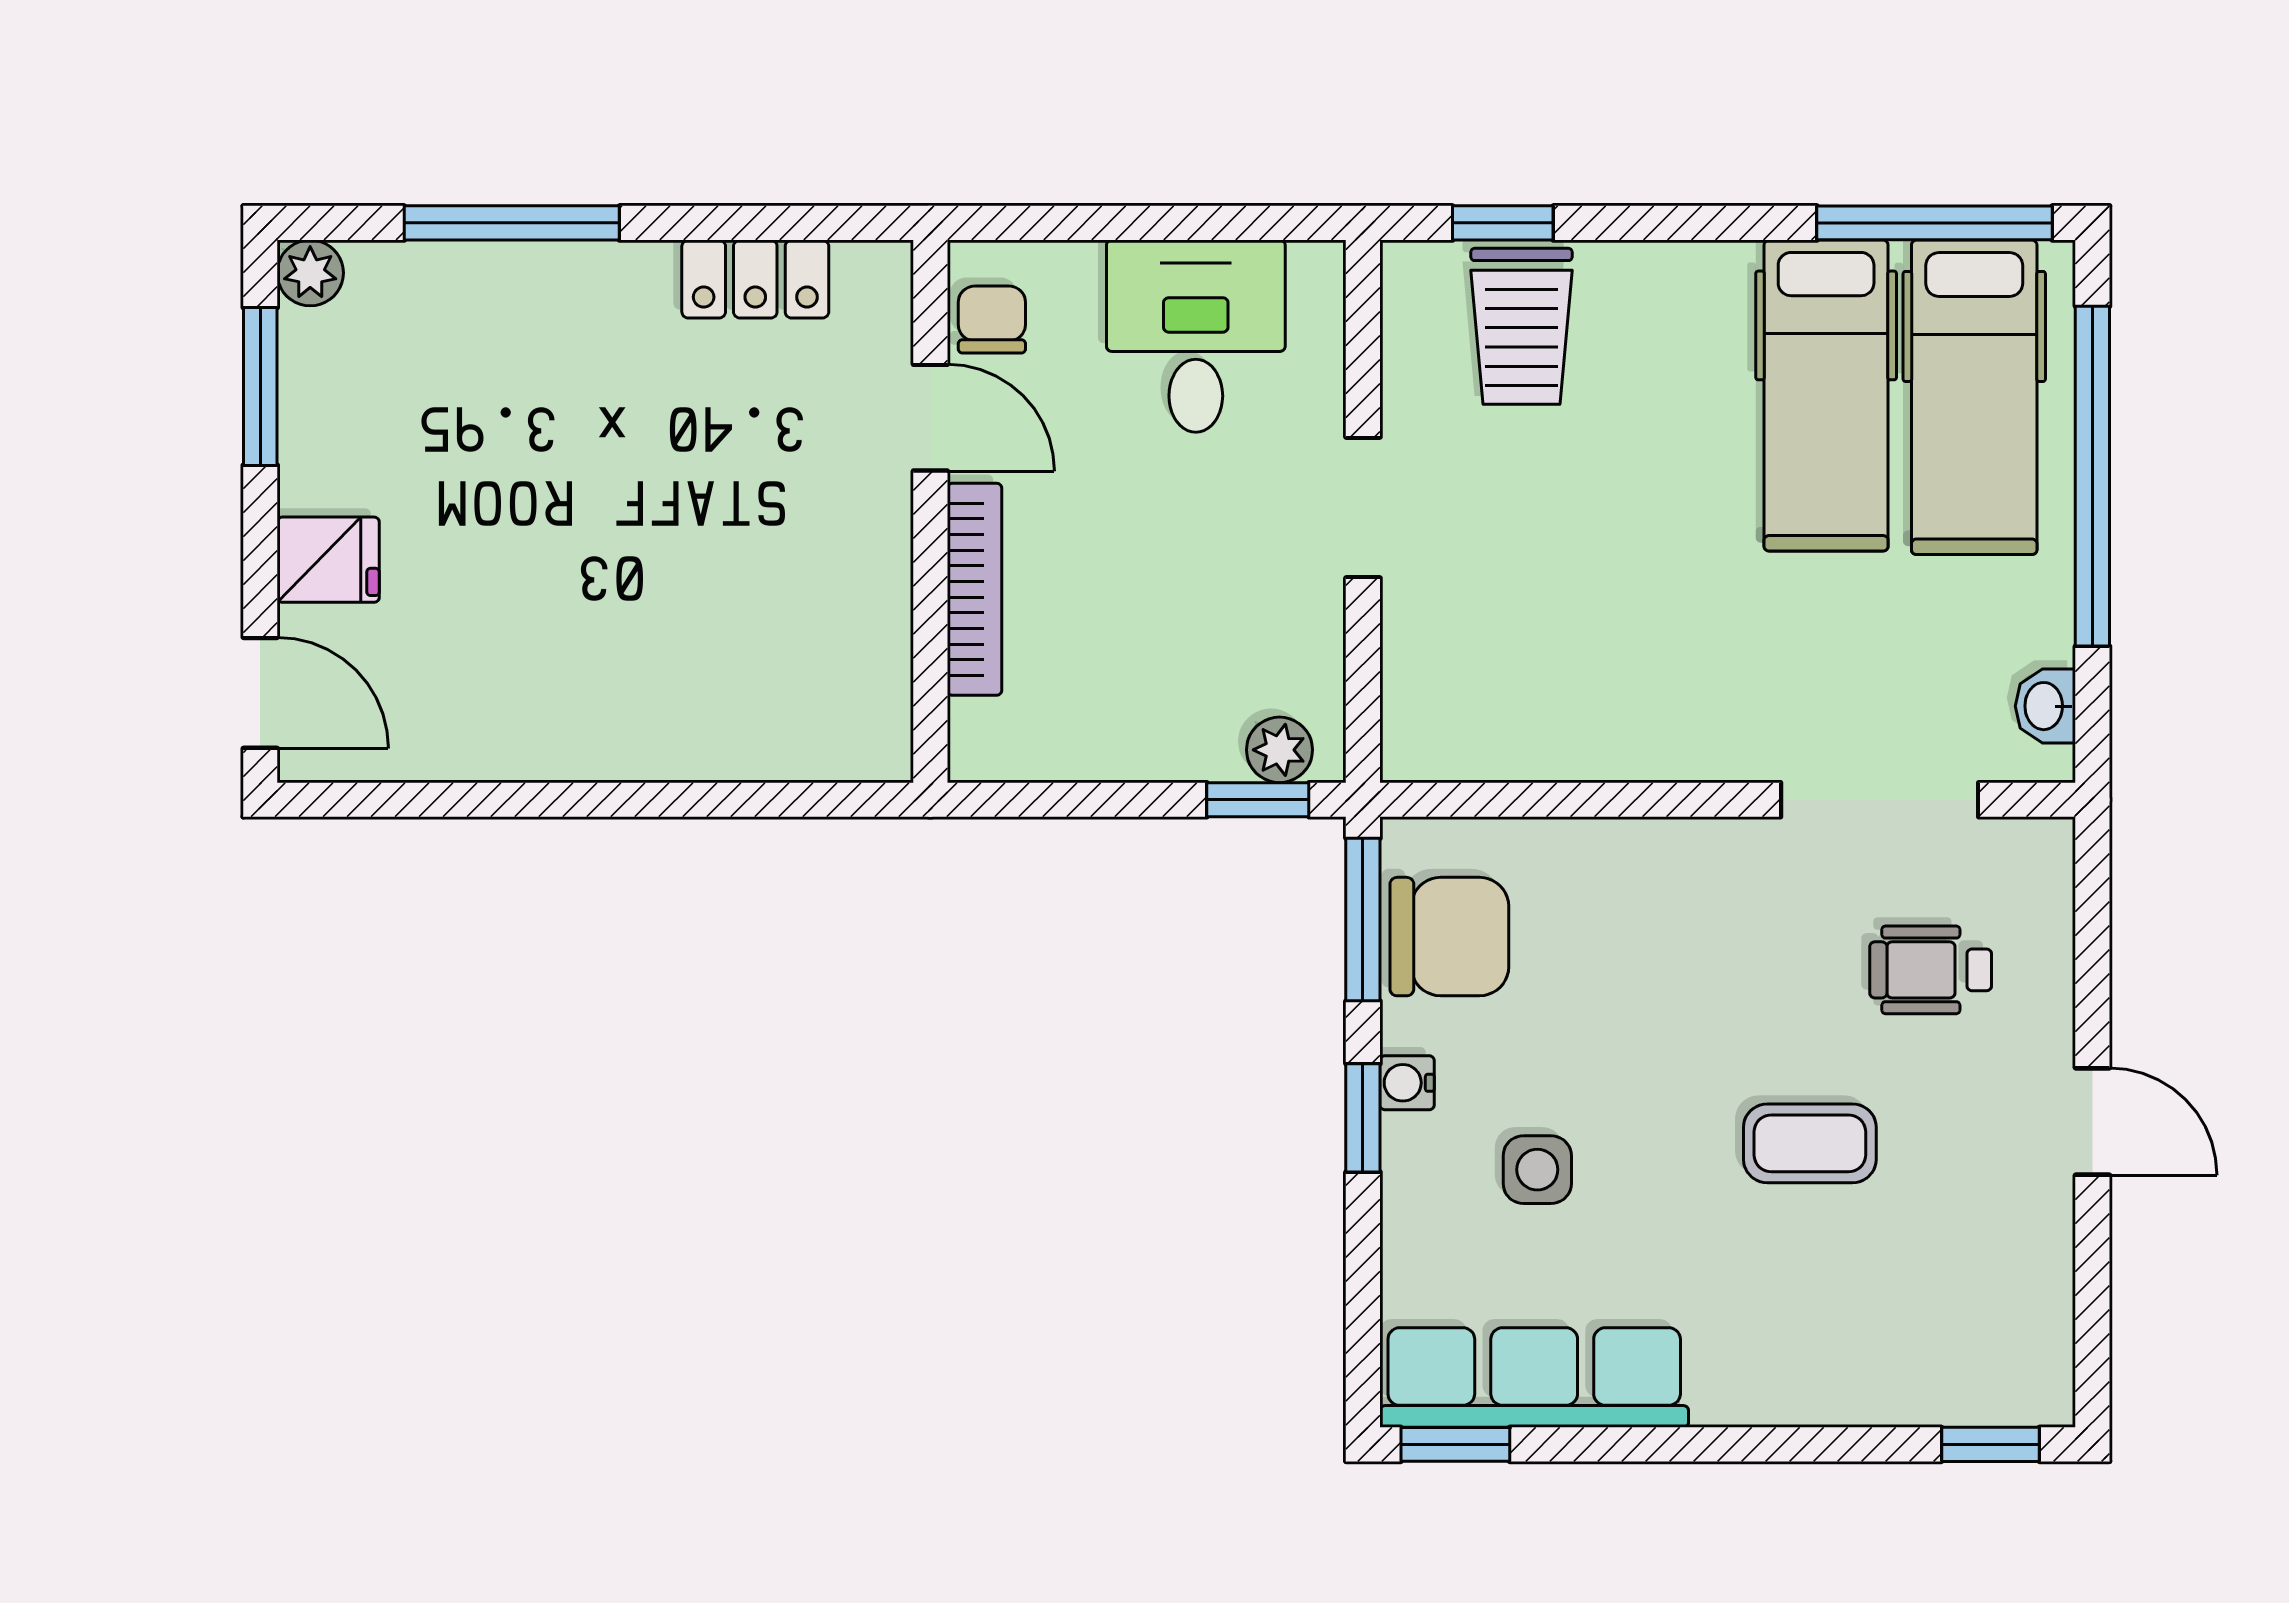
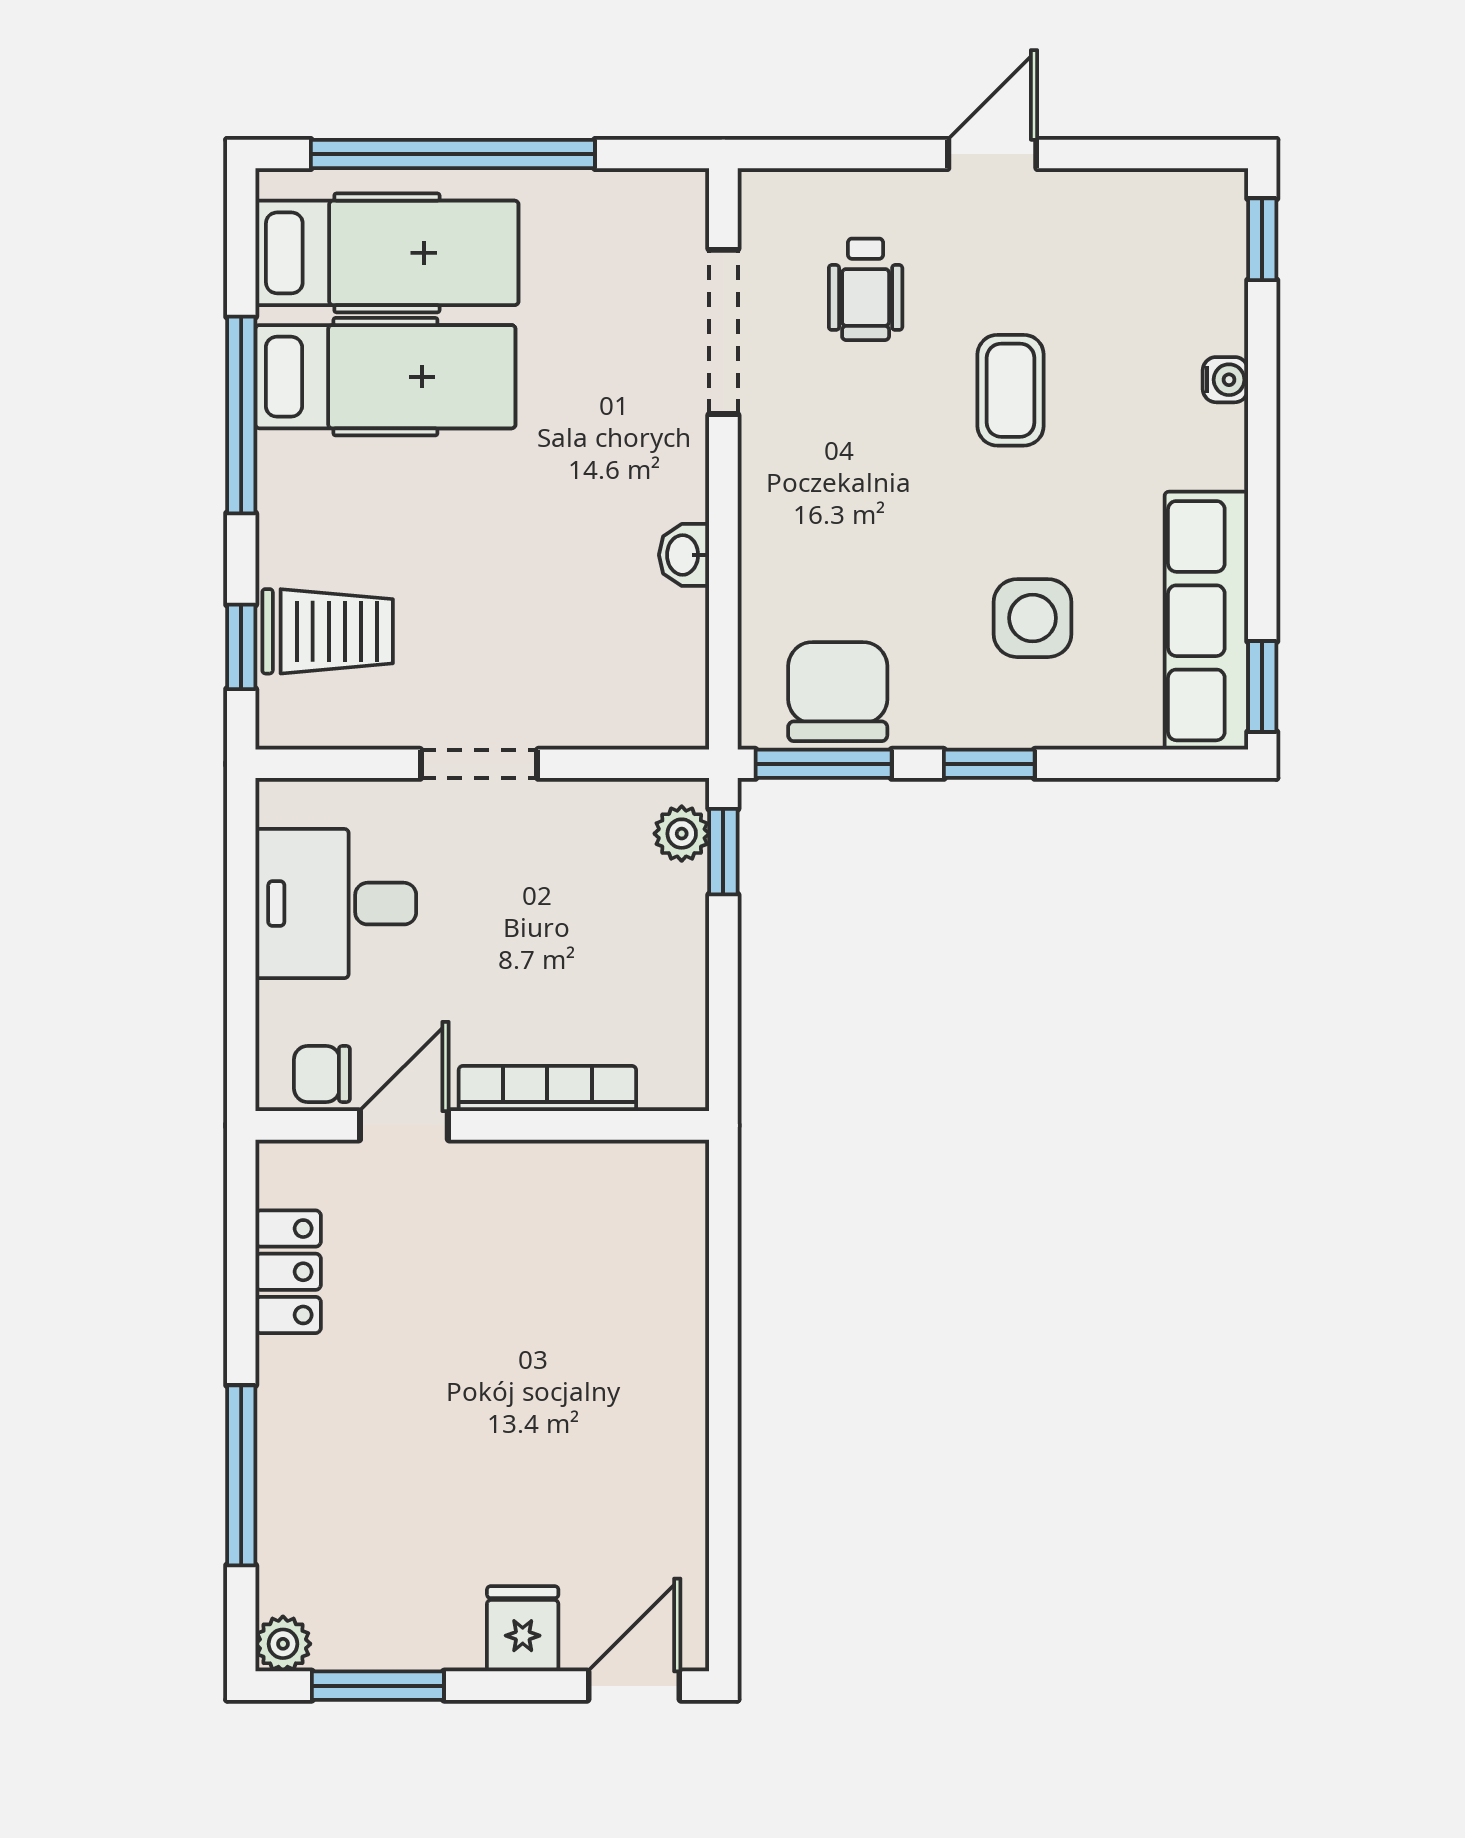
window: (1935, 223) -> (241, 415), moved
washbasin: (2045, 706) -> (684, 555), moved, turned 90
water cooler: (1407, 1083) -> (1225, 380), moved, turned -90
side table: (1537, 1170) -> (1033, 618), width x1.37, depth x1.37

